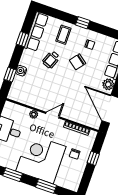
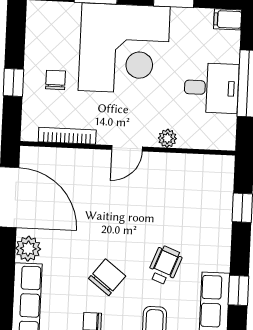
water cooler: (21, 71) -> (221, 223), removed

